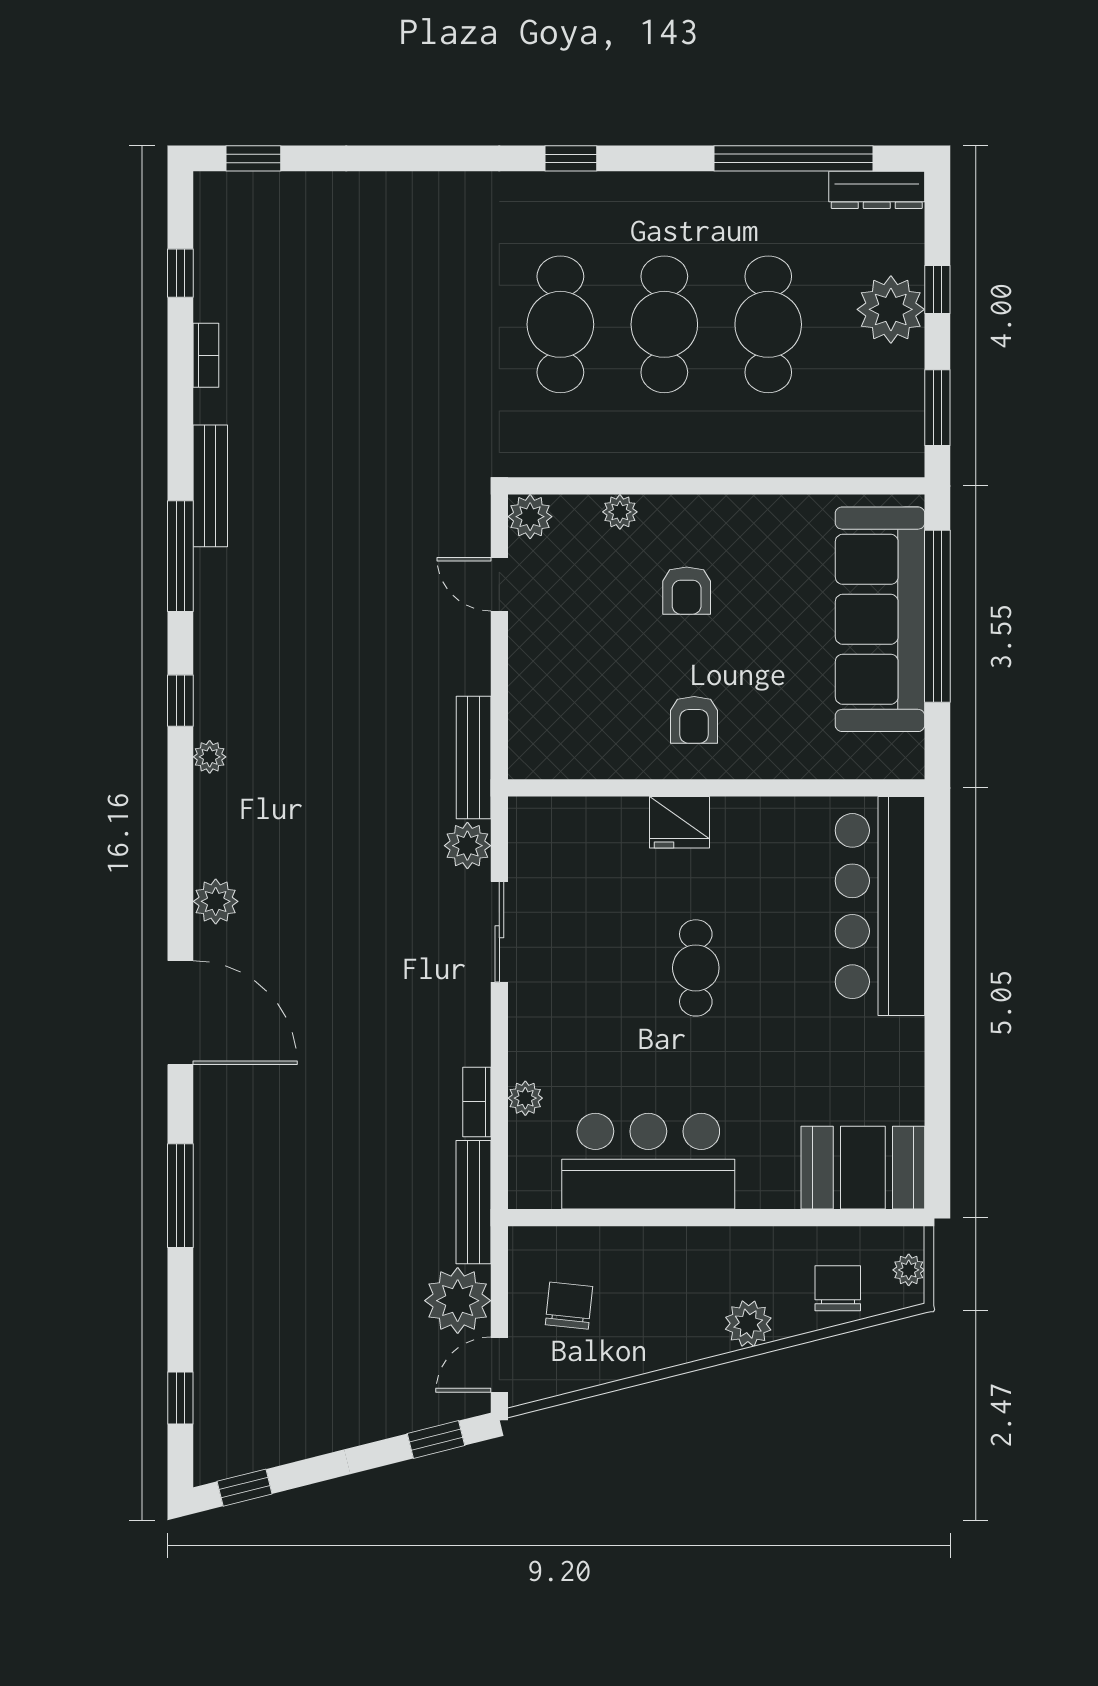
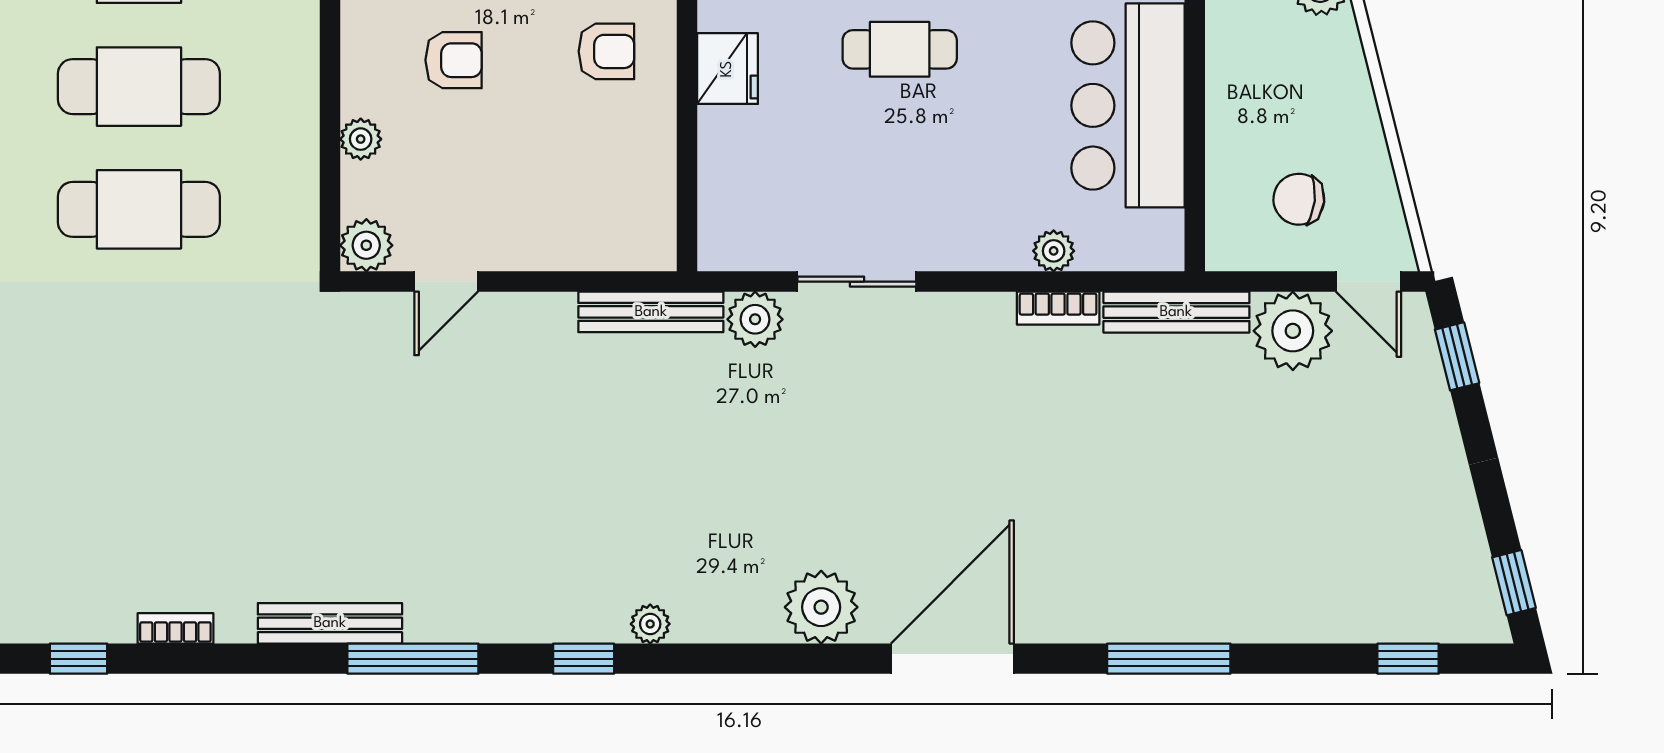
plant: (216, 901) -> (821, 607), width x1.36, depth x1.36

